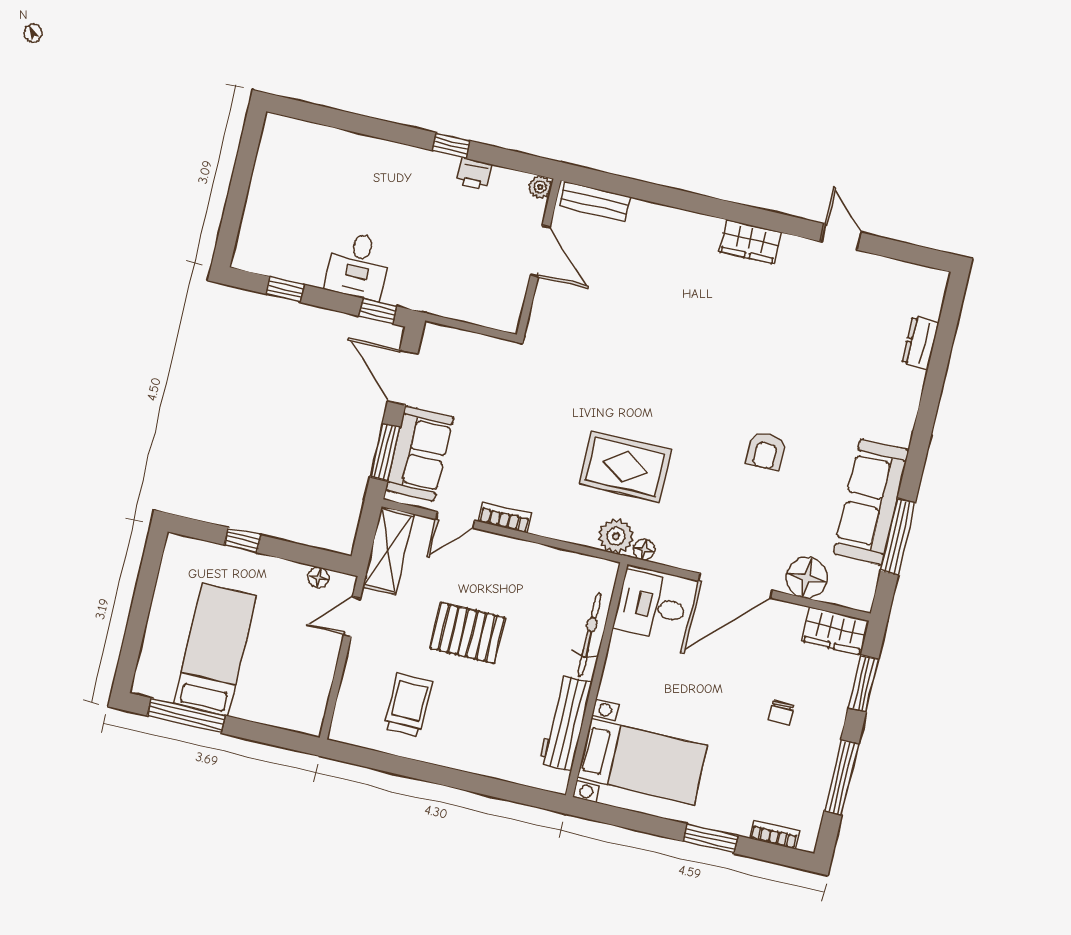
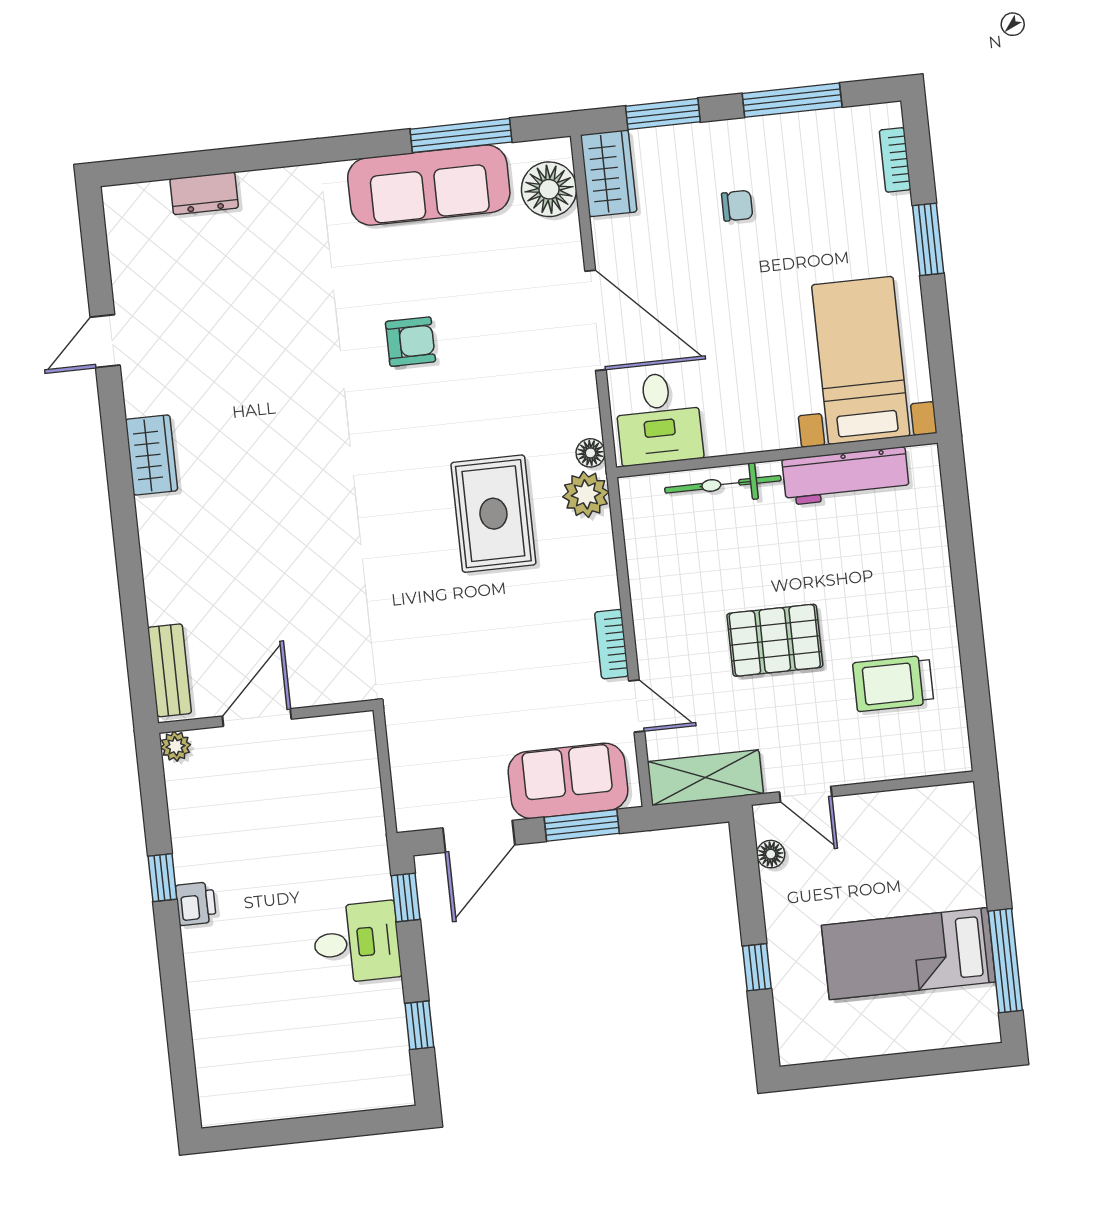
printer: (474, 174) -> (196, 904), moved
floor lamp: (807, 578) -> (549, 189), moved
pallet: (467, 633) -> (775, 640), turned 90

